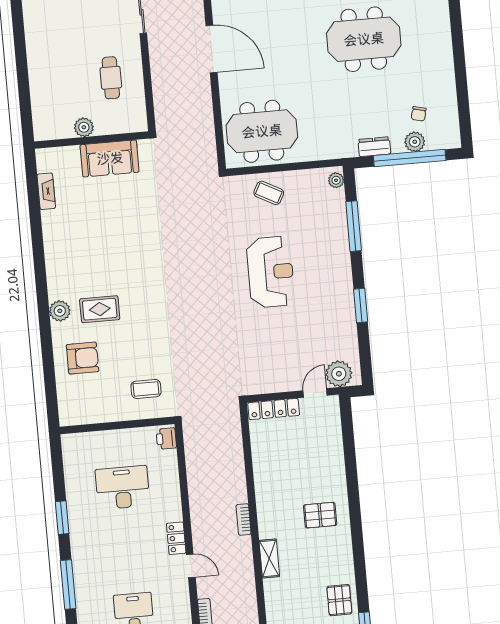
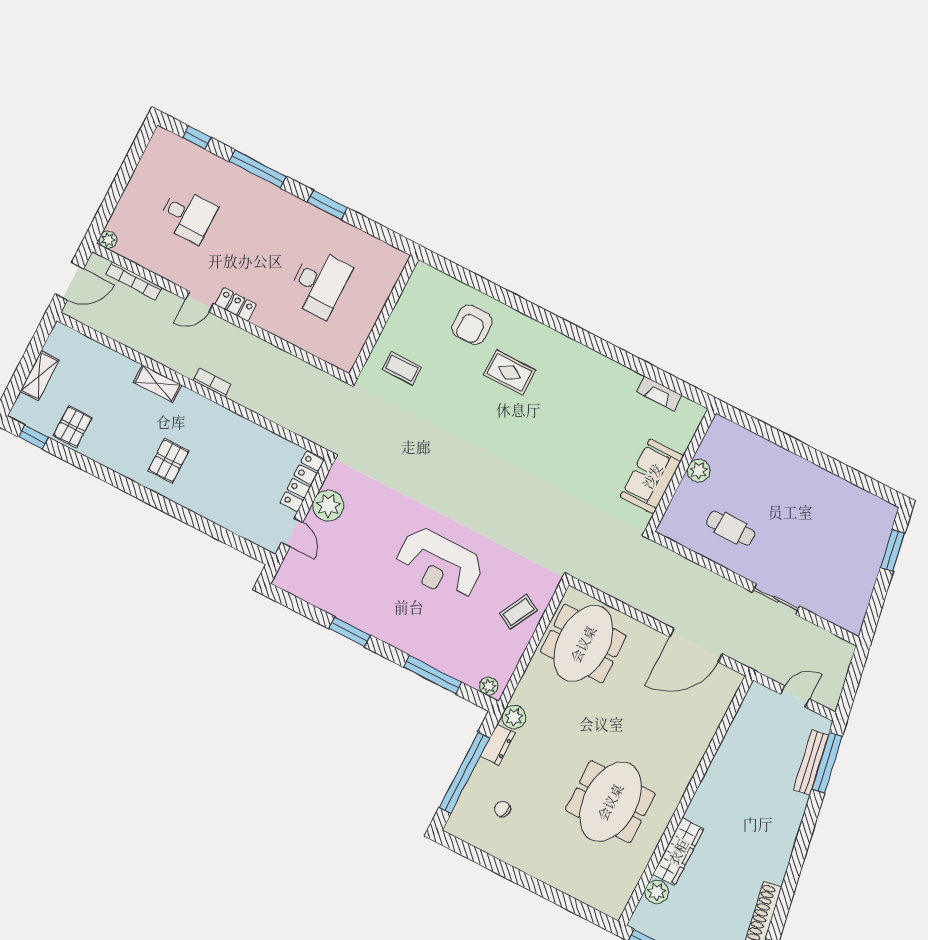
plant: (415, 142) -> (514, 717), moved
rug: (100, 309) -> (509, 372), turned 90
plant: (60, 311) -> (533, 332), removed
plant: (339, 374) -> (328, 506), moved
coffee table: (146, 389) -> (402, 368), turned 90
printer: (166, 439) -> (340, 357), removed
pallet: (339, 600) -> (73, 427), turned 90

